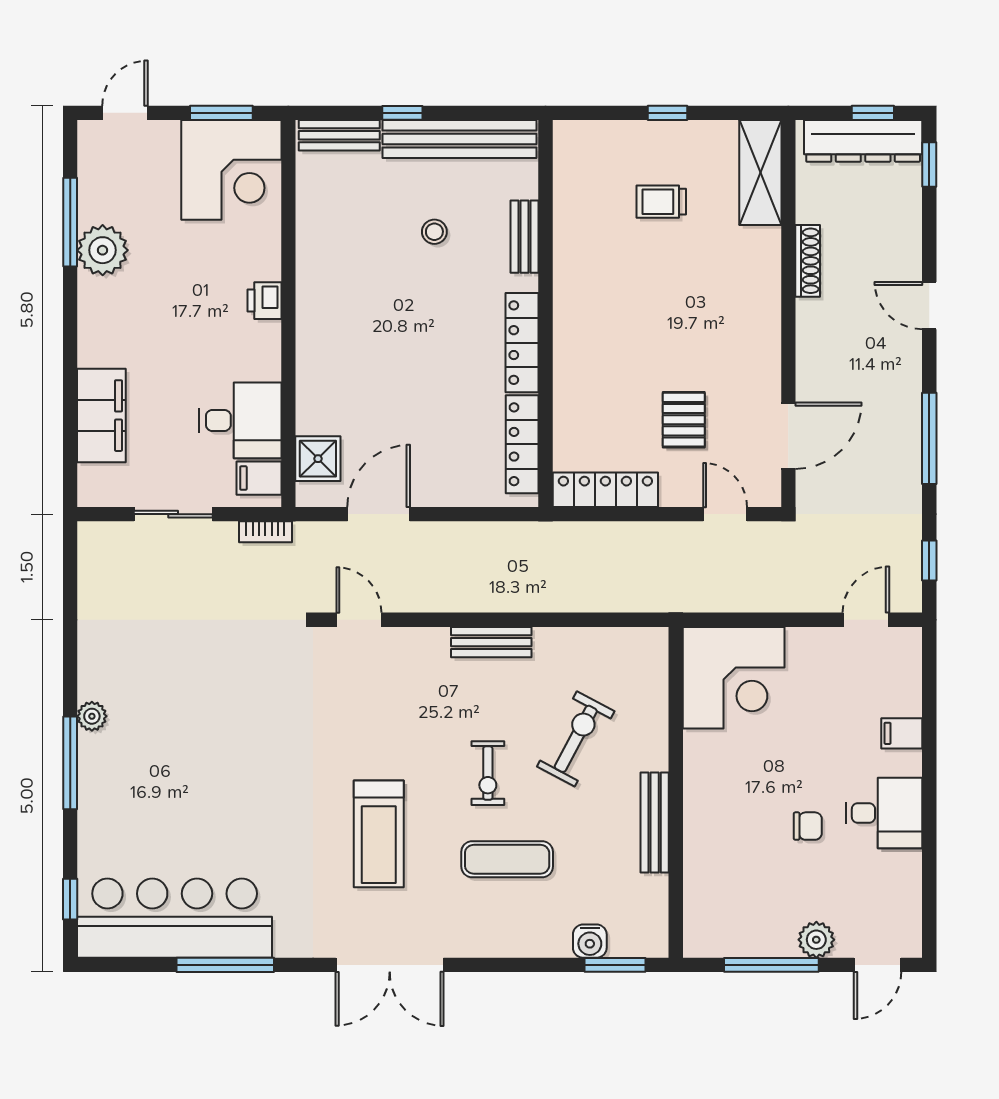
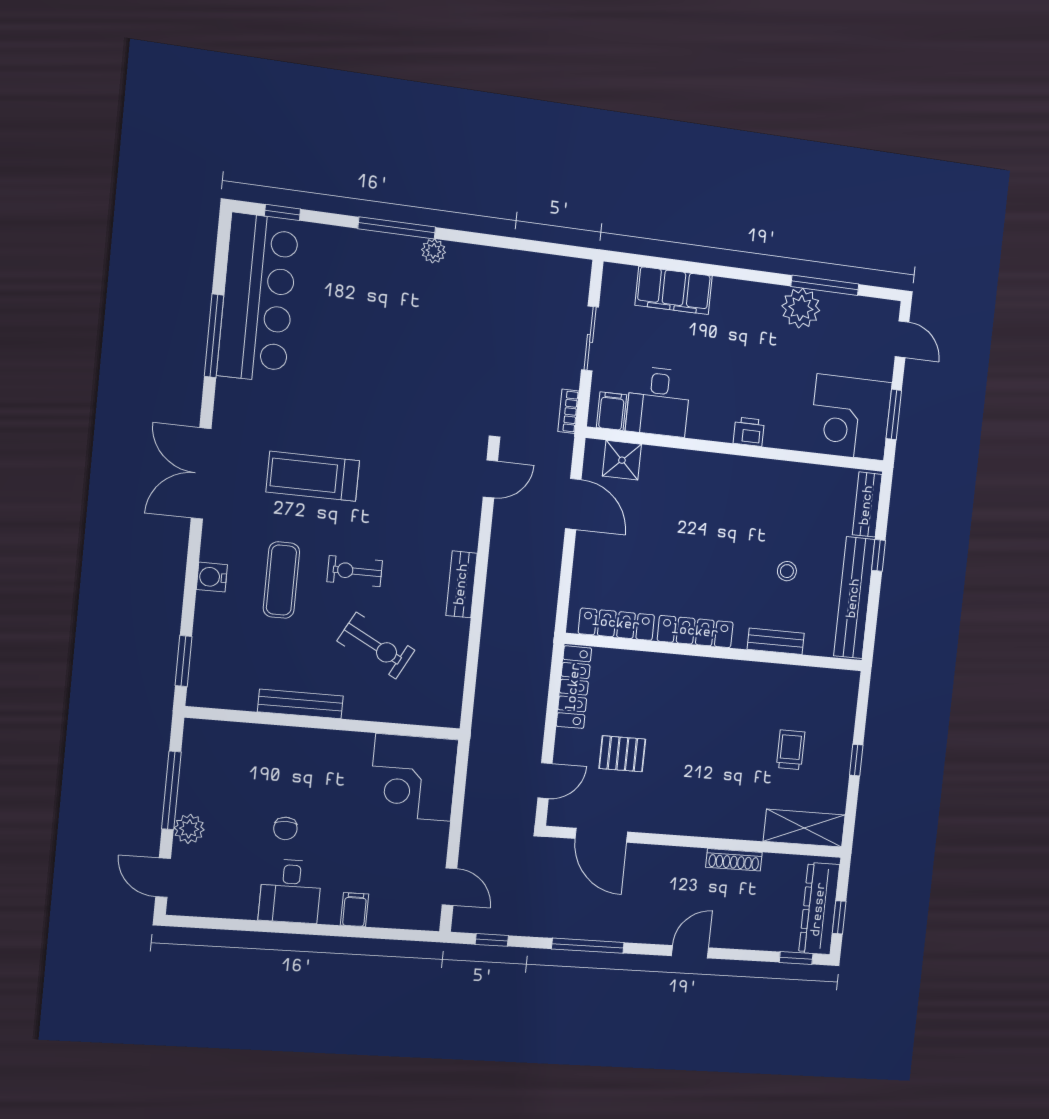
water cooler: (590, 941) -> (212, 577), moved

